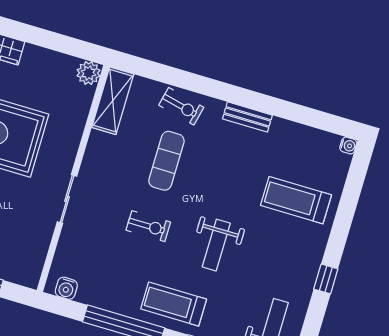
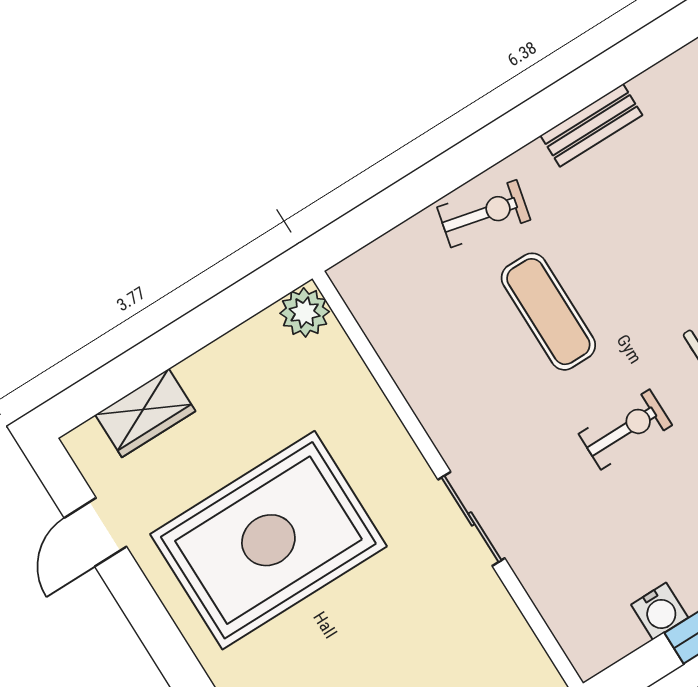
shelving: (113, 101) -> (381, 313), removed
water cooler: (66, 288) -> (660, 611), moved

